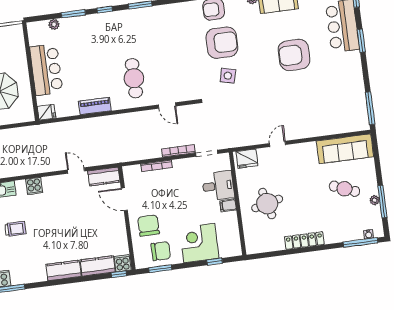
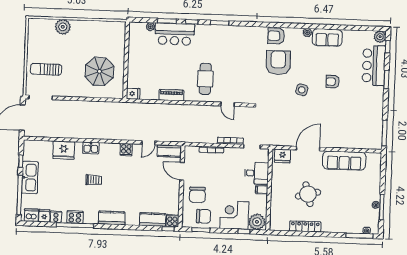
armchair: (222, 43) -> (278, 63), turned -90
armchair: (294, 55) -> (333, 82), width x0.53, depth x0.53
bar counter: (46, 70) -> (175, 34), moved, turned 90
side table: (228, 76) -> (302, 90), moved
door: (278, 144) -> (308, 149), width x1.88
sofa: (345, 149) -> (344, 161), moved
door: (76, 170) -> (148, 143), swing flipped
cooker: (34, 186) -> (126, 150), moved
cafe table: (344, 189) -> (354, 192), removed
round table: (267, 204) -> (308, 194), moved
chair: (148, 226) -> (197, 195), turned 180
locker: (304, 241) -> (305, 226), moved
plant: (229, 247) -> (257, 222), added
kitchen counter: (64, 270) -> (112, 218), moved

